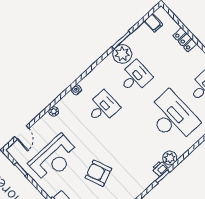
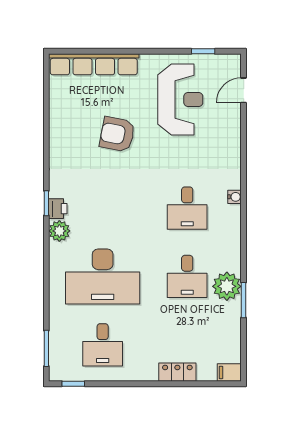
filing cabinet: (153, 23) -> (229, 372), moved
plant: (54, 111) -> (234, 149), removed
door: (22, 133) -> (244, 90), hinge flipped
reception desk: (54, 159) -> (180, 99), turned 180
armchair: (98, 173) -> (117, 134), turned -148

